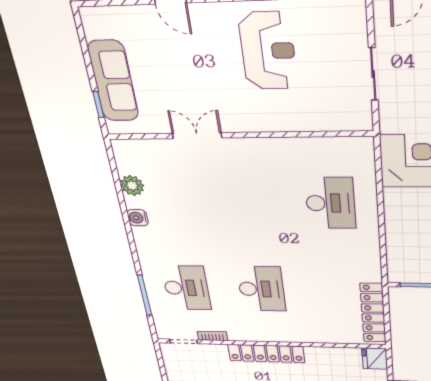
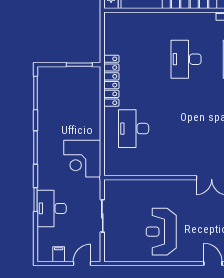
locker: (373, 313) -> (111, 81), moved

